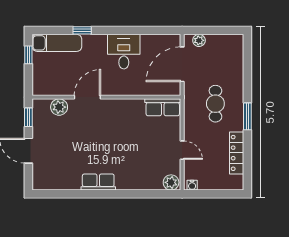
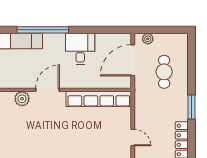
window: (82, 30) -> (43, 30), width x3.17
cafe table: (215, 104) -> (164, 72), moved
row of seats: (163, 107) -> (99, 99), width x2.02

